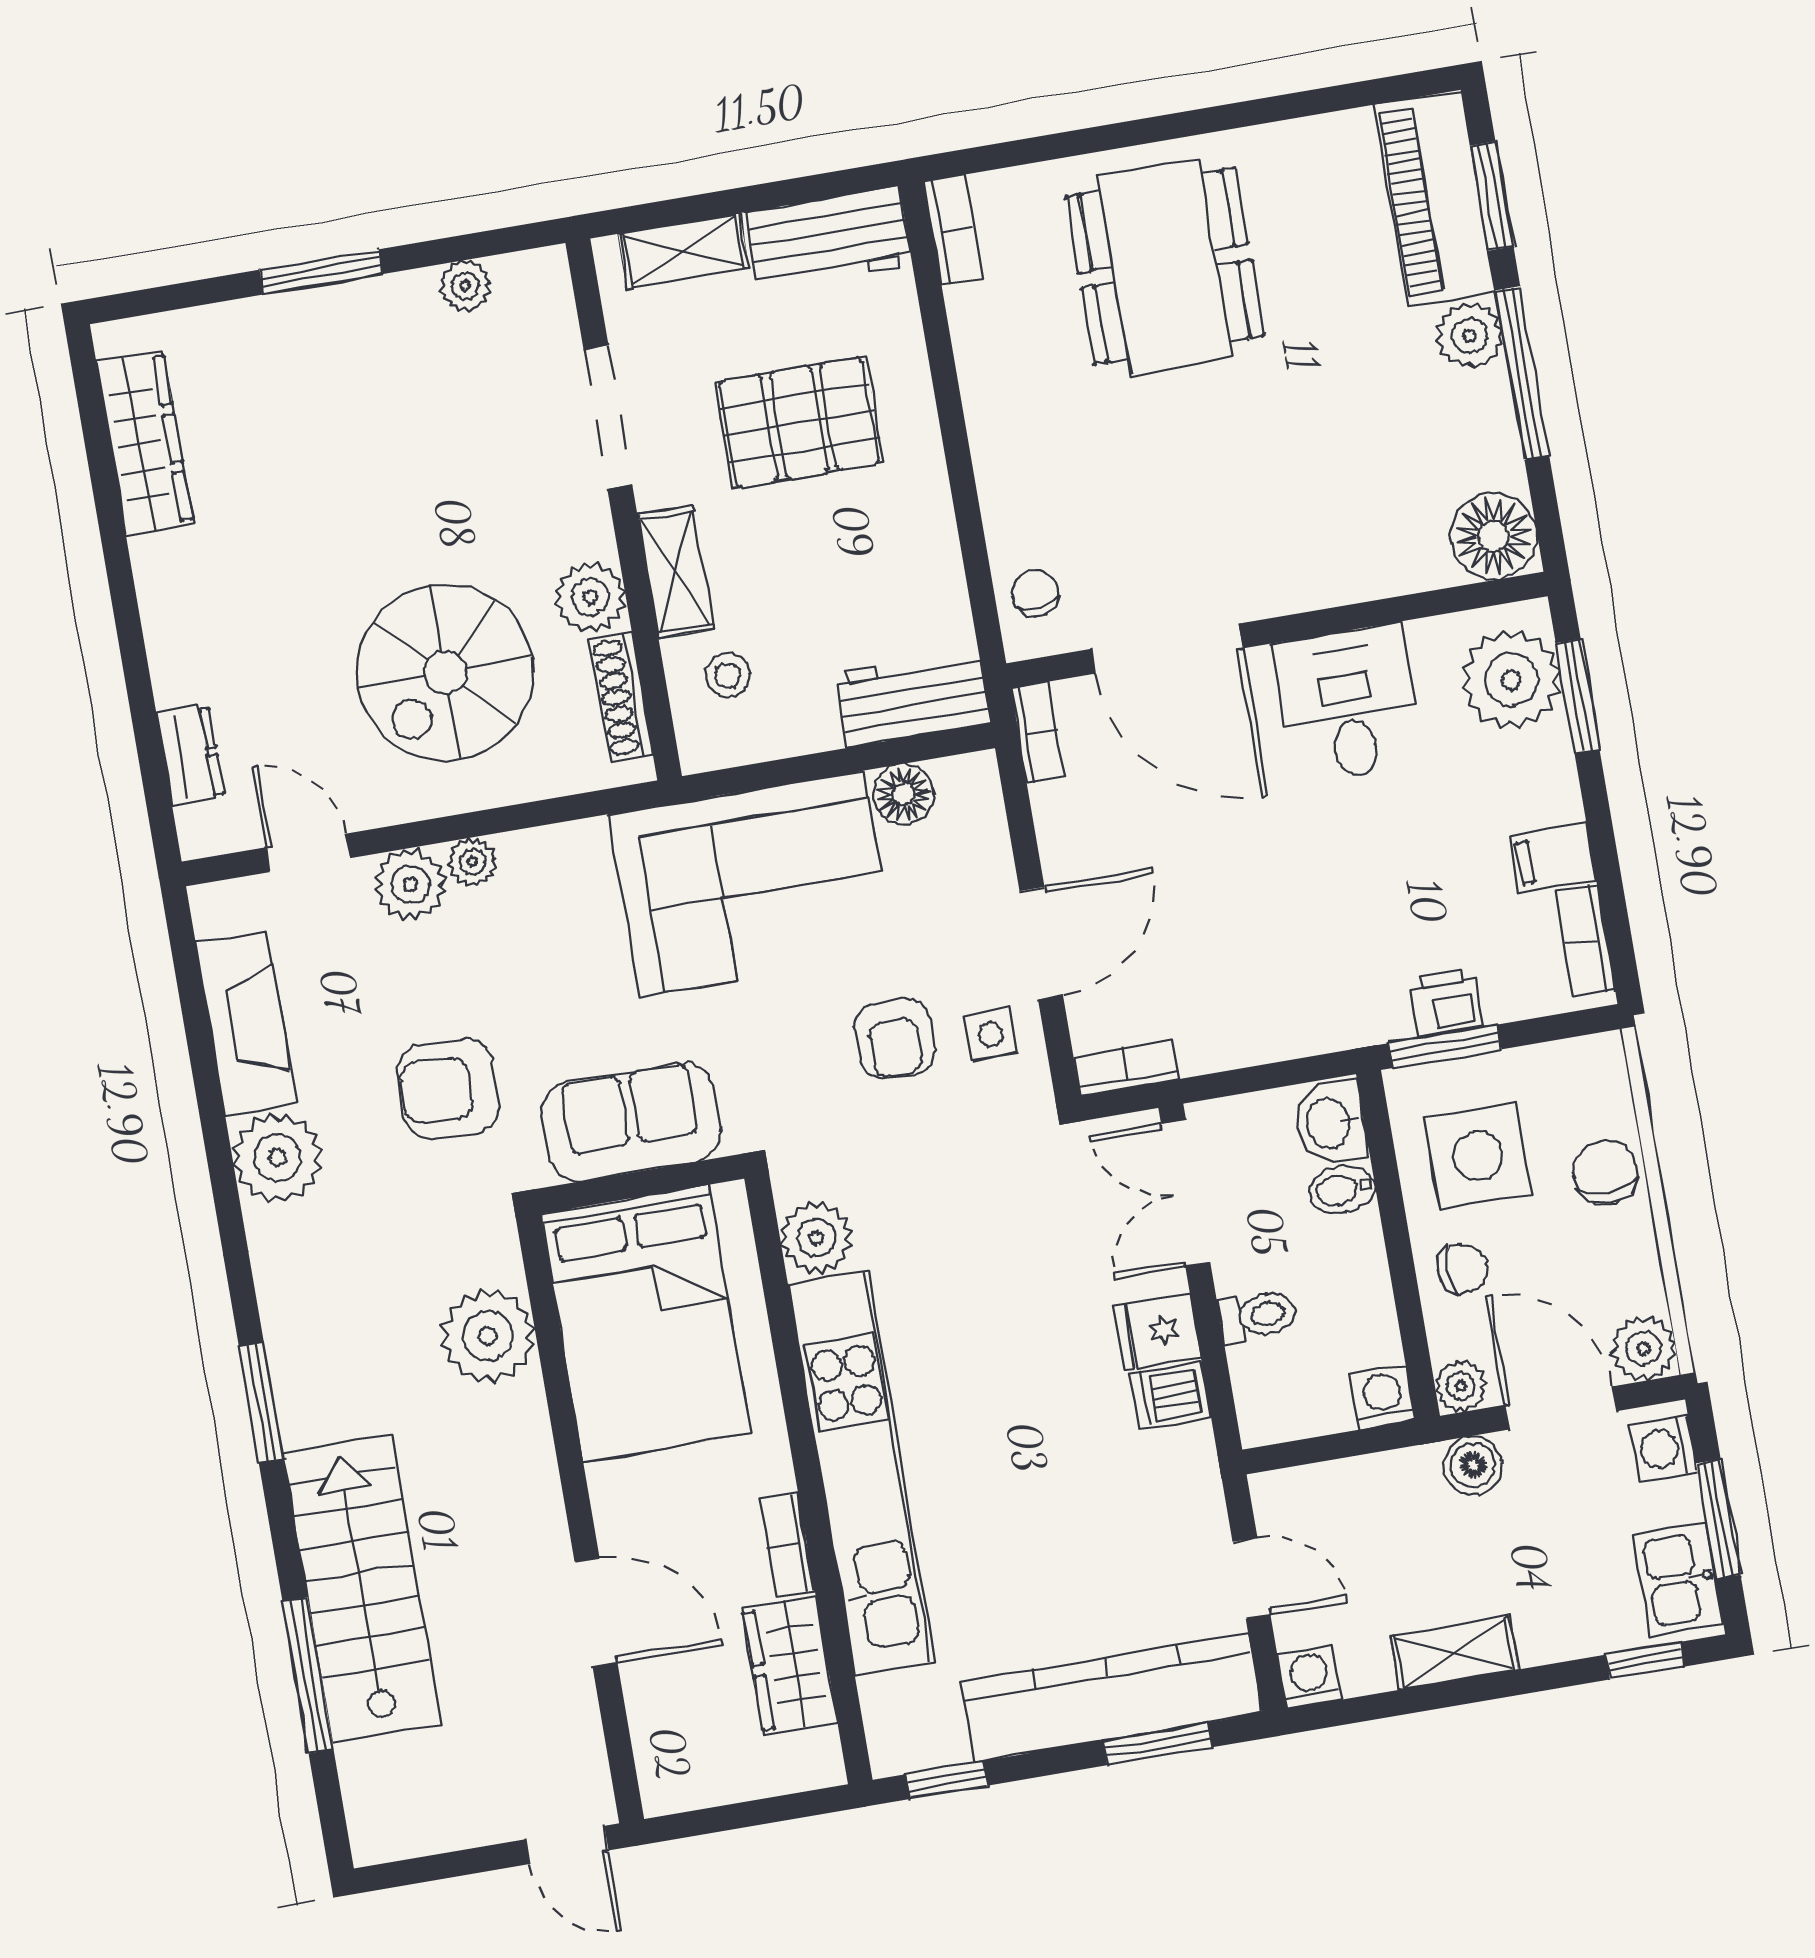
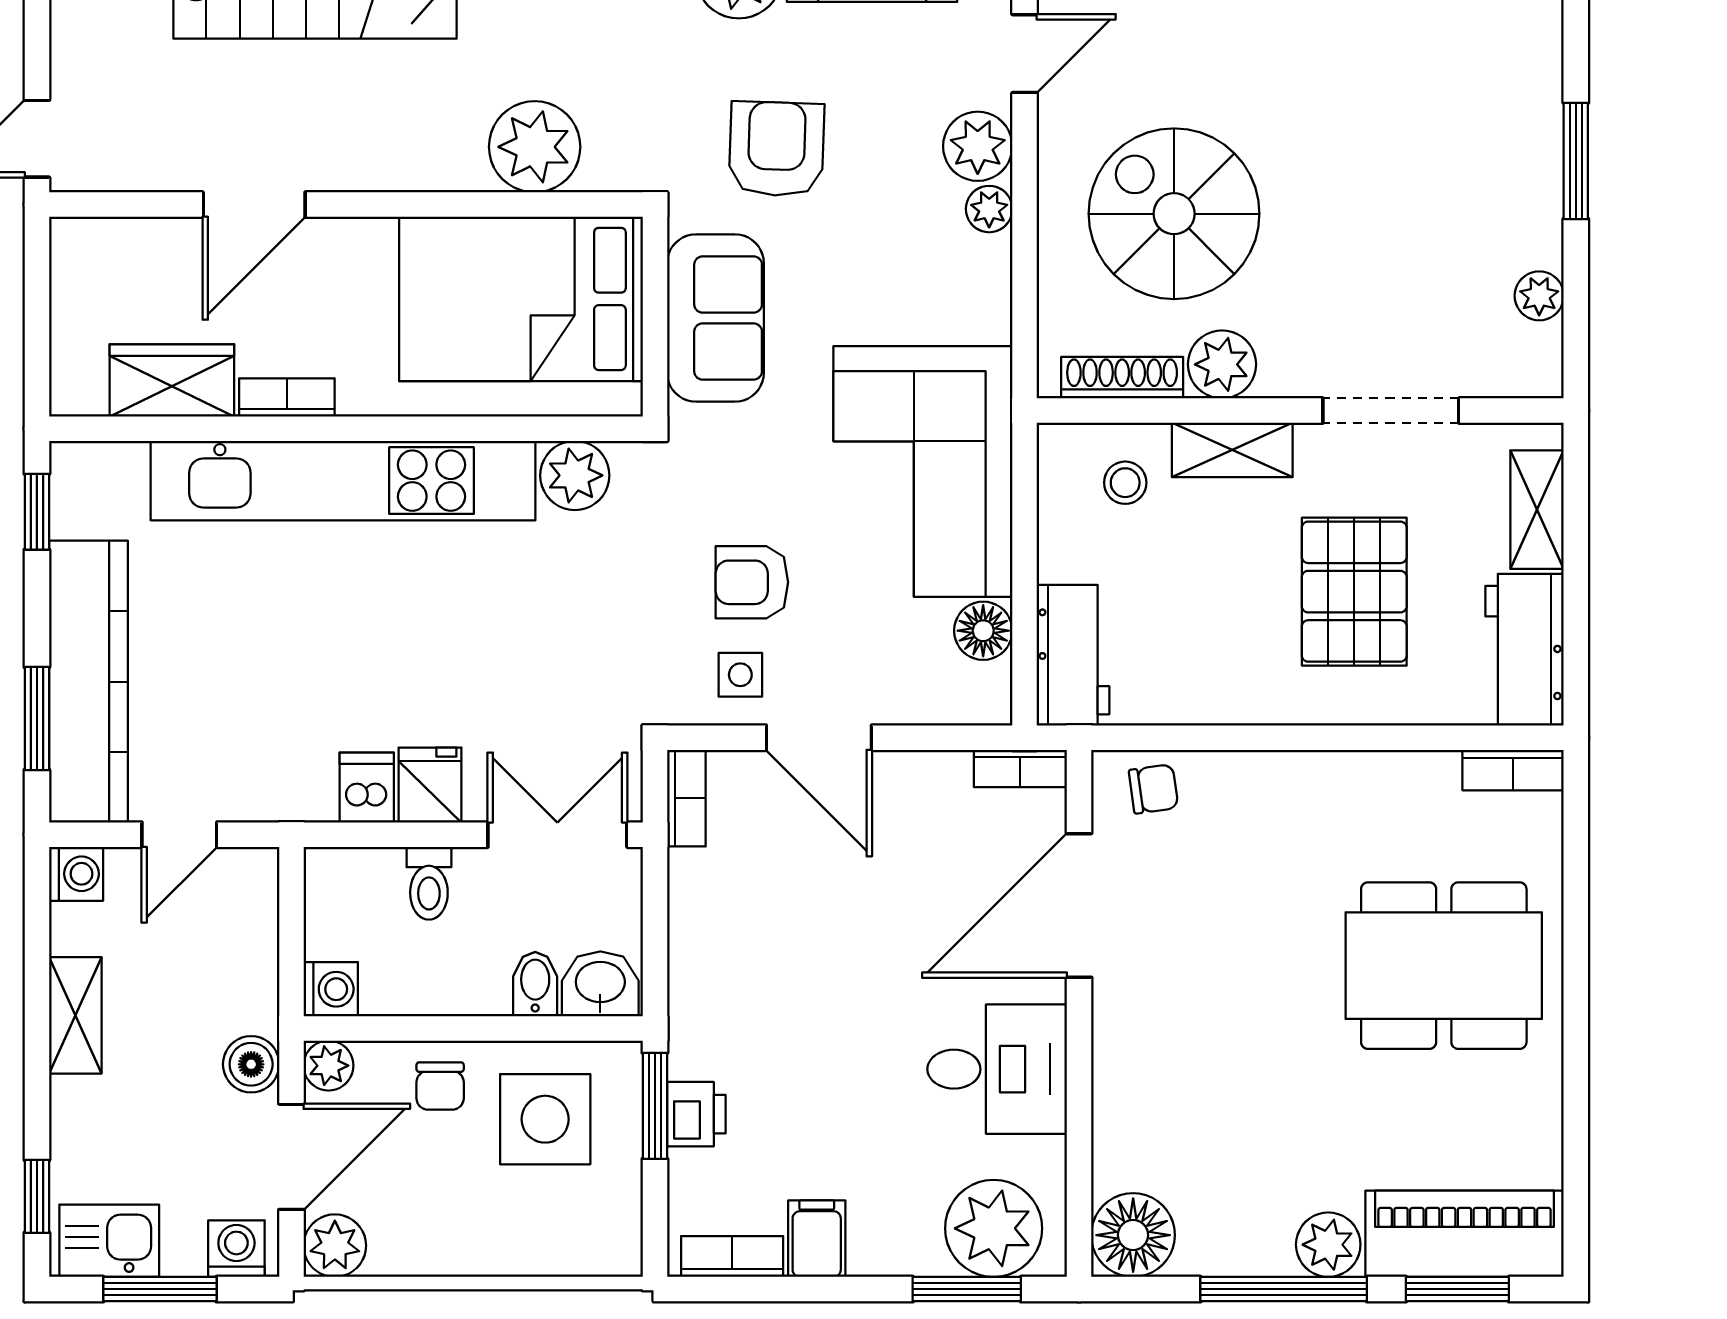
chair: (1606, 1172) -> (509, 1238), removed

